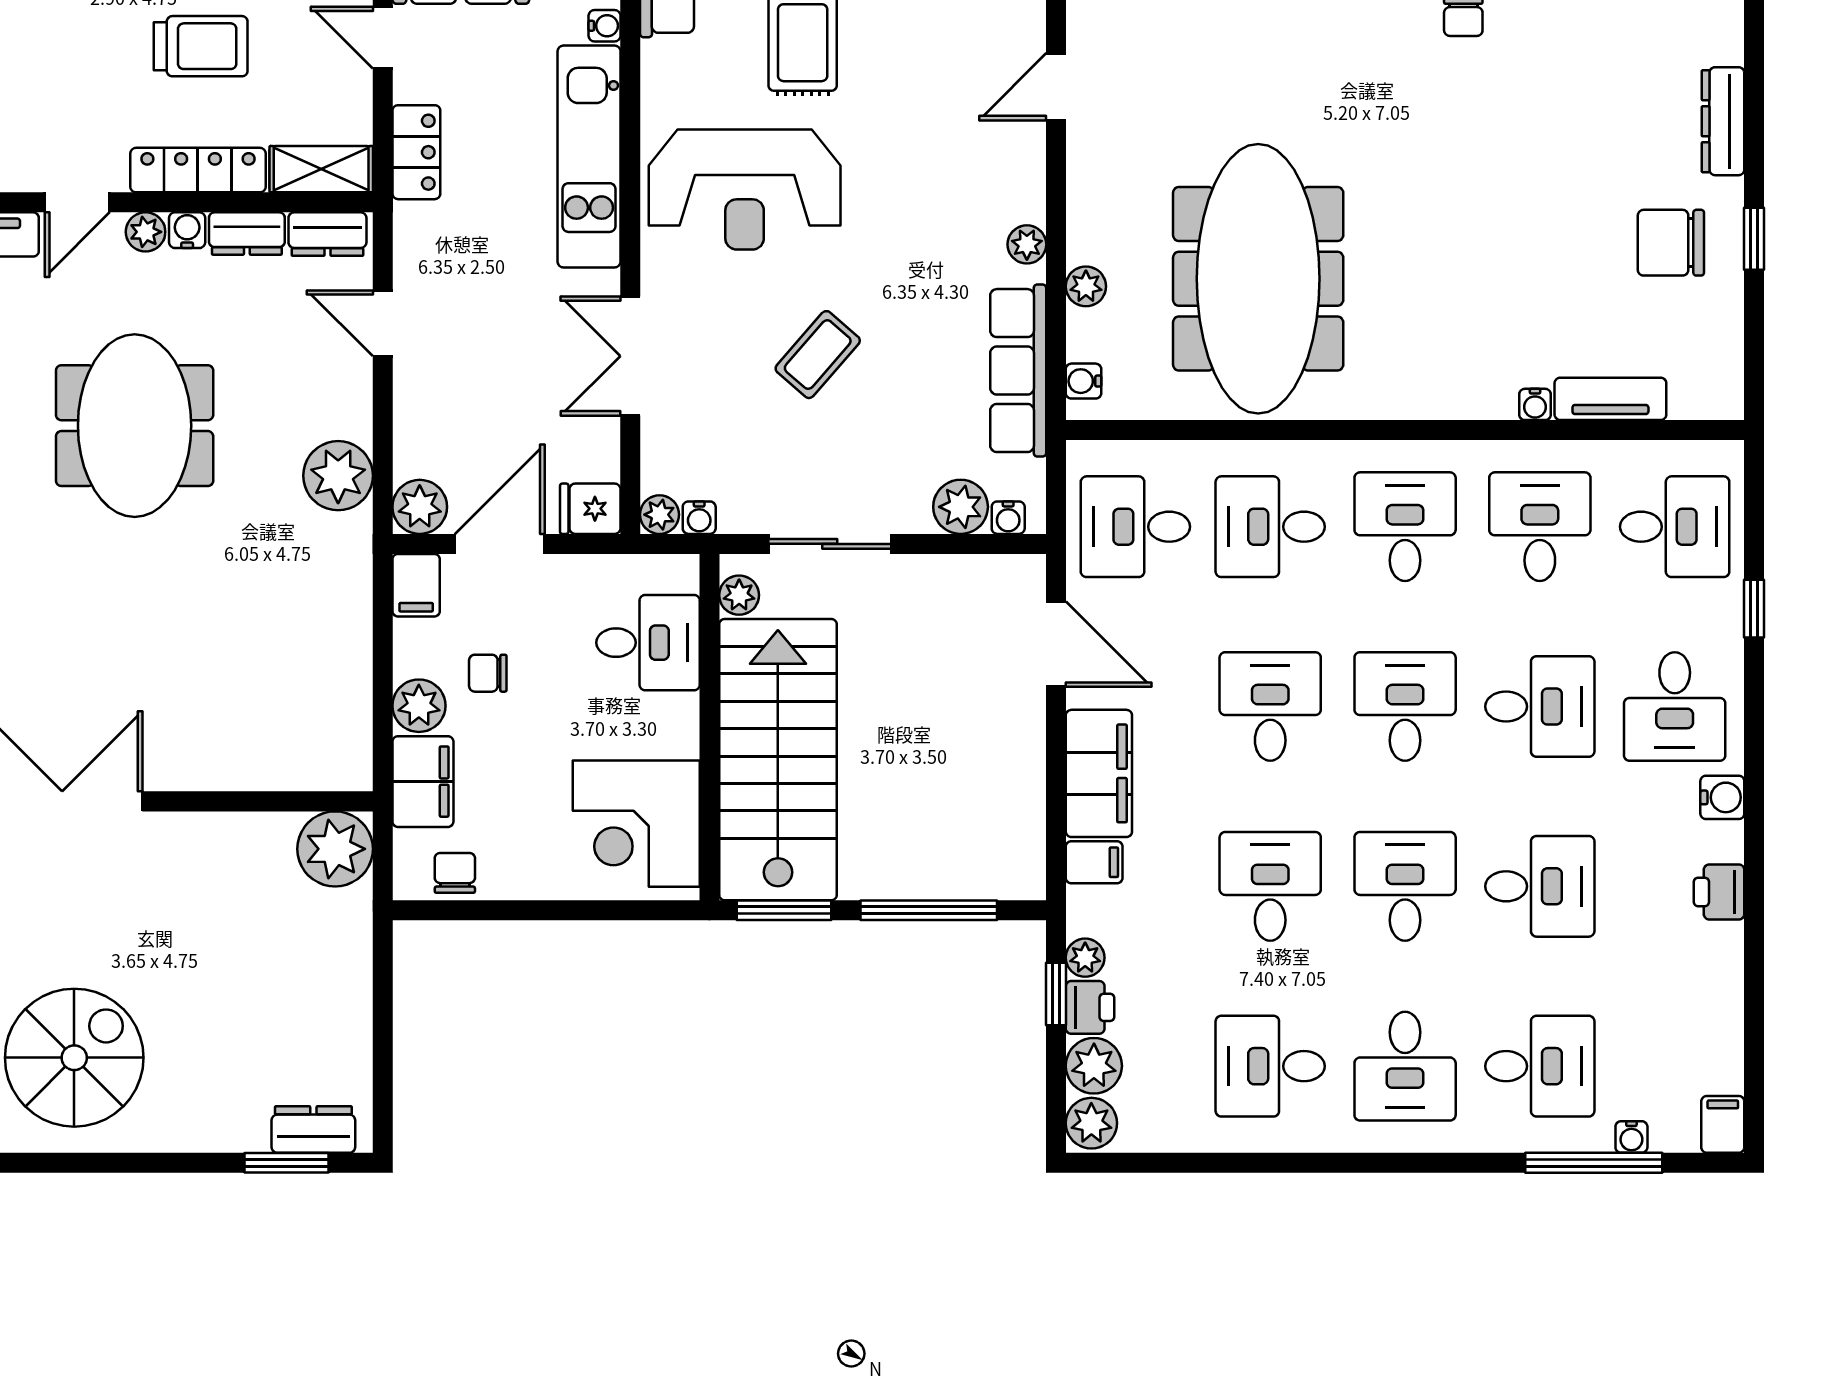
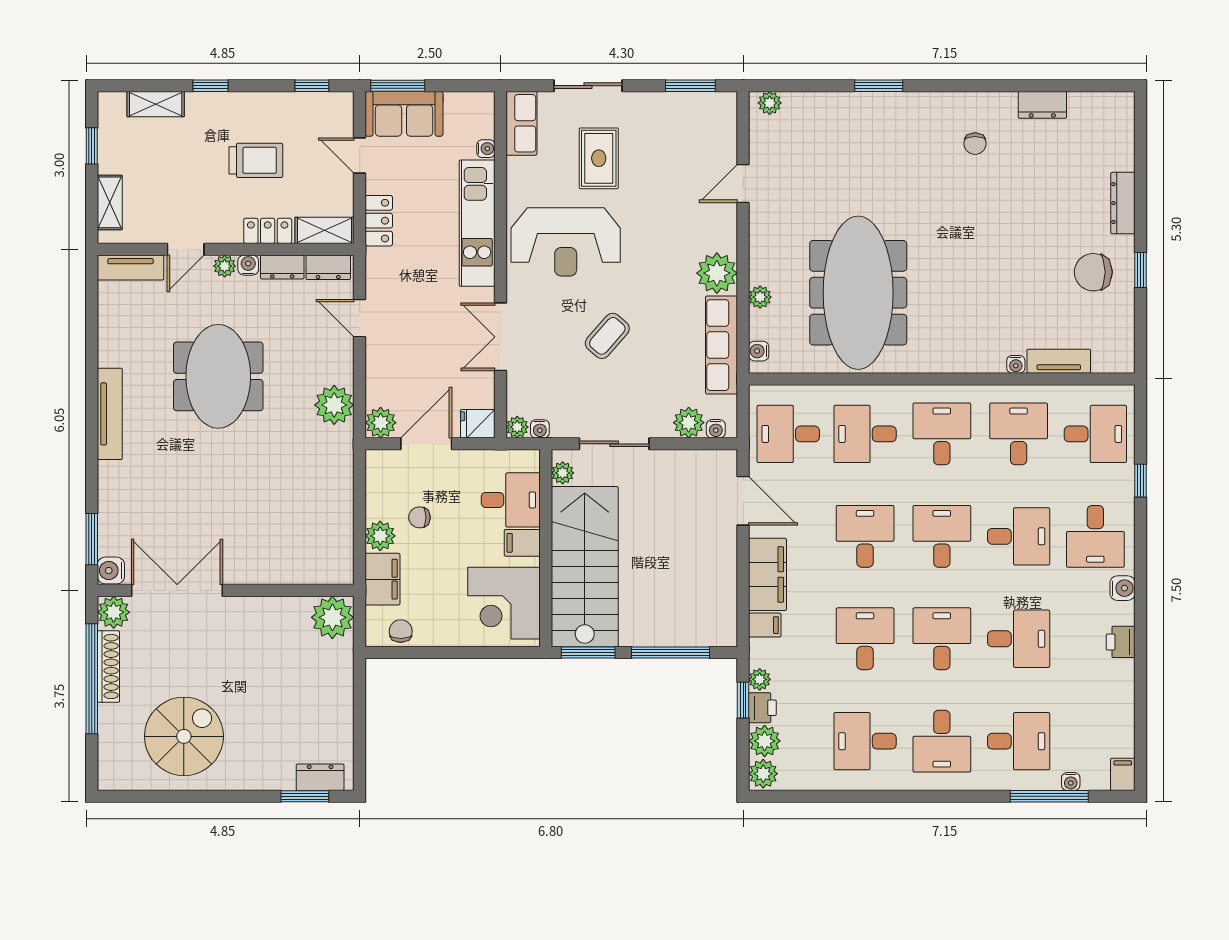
locker: (198, 170) -> (268, 231), width x0.66
plant: (1027, 244) -> (717, 273), width x1.88, depth x1.88
filing cabinet: (416, 585) -> (522, 543), moved, turned 90

